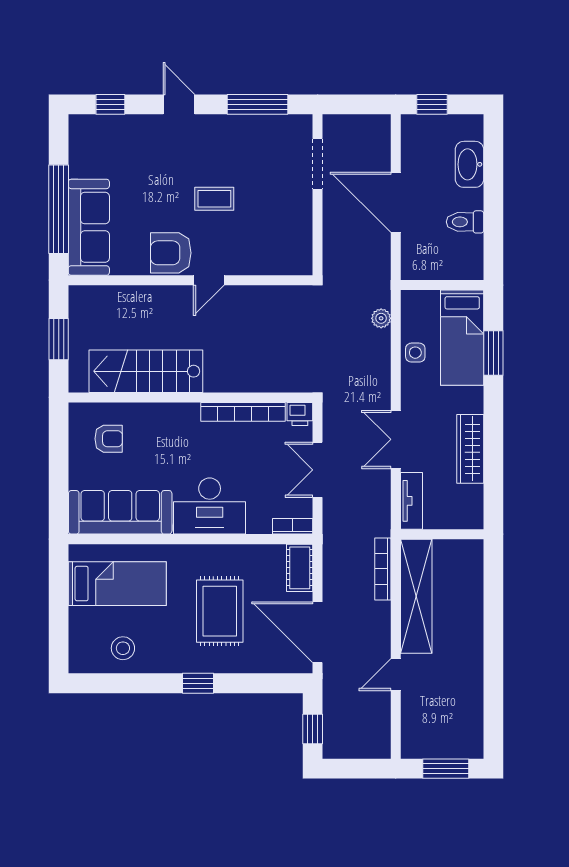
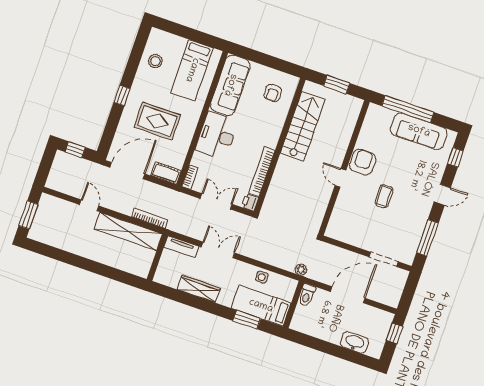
toilet: (465, 222) -> (307, 295), moved, turned 180
sofa: (89, 227) -> (419, 131), moved
plant: (381, 318) -> (301, 270), moved

